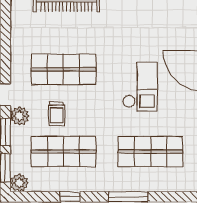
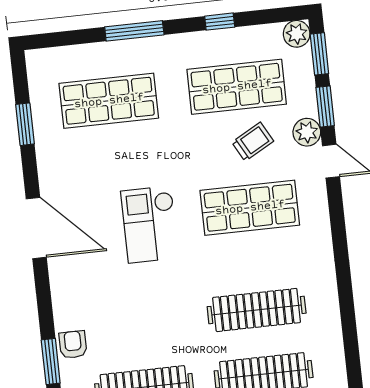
checkout: (140, 87) -> (150, 224), moved
trolley: (57, 114) -> (253, 142), turned 61

